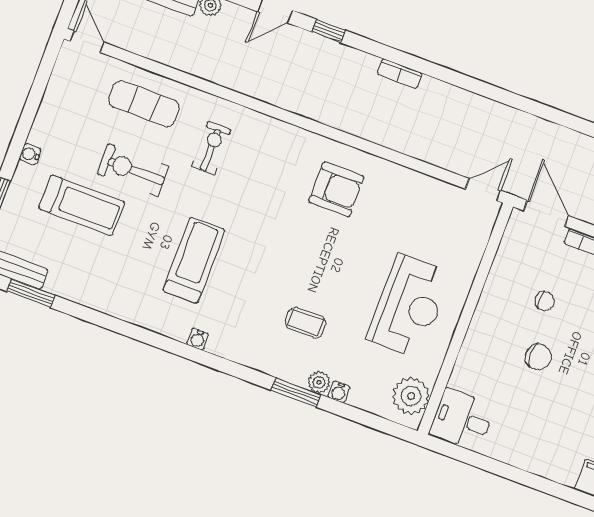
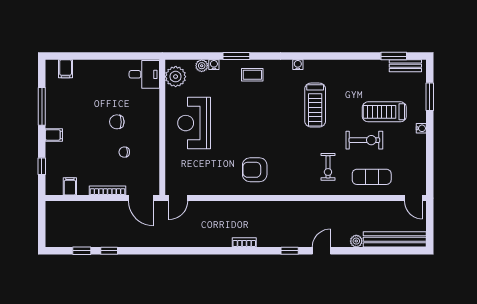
coffee table: (306, 323) -> (252, 75), moved
plant: (319, 382) -> (202, 66), moved

